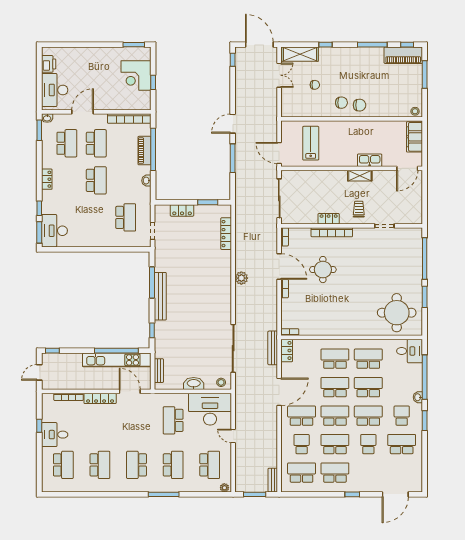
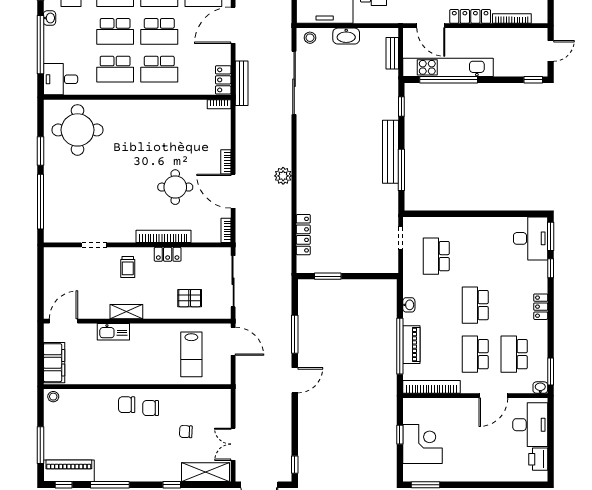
pallet: (312, 186) -> (190, 298), added
locker: (182, 210) -> (362, 265), removed

